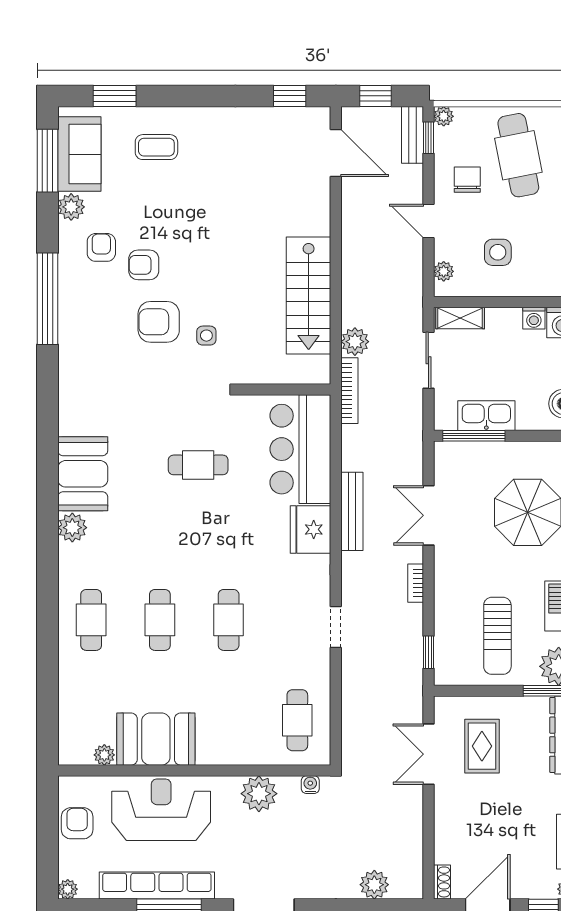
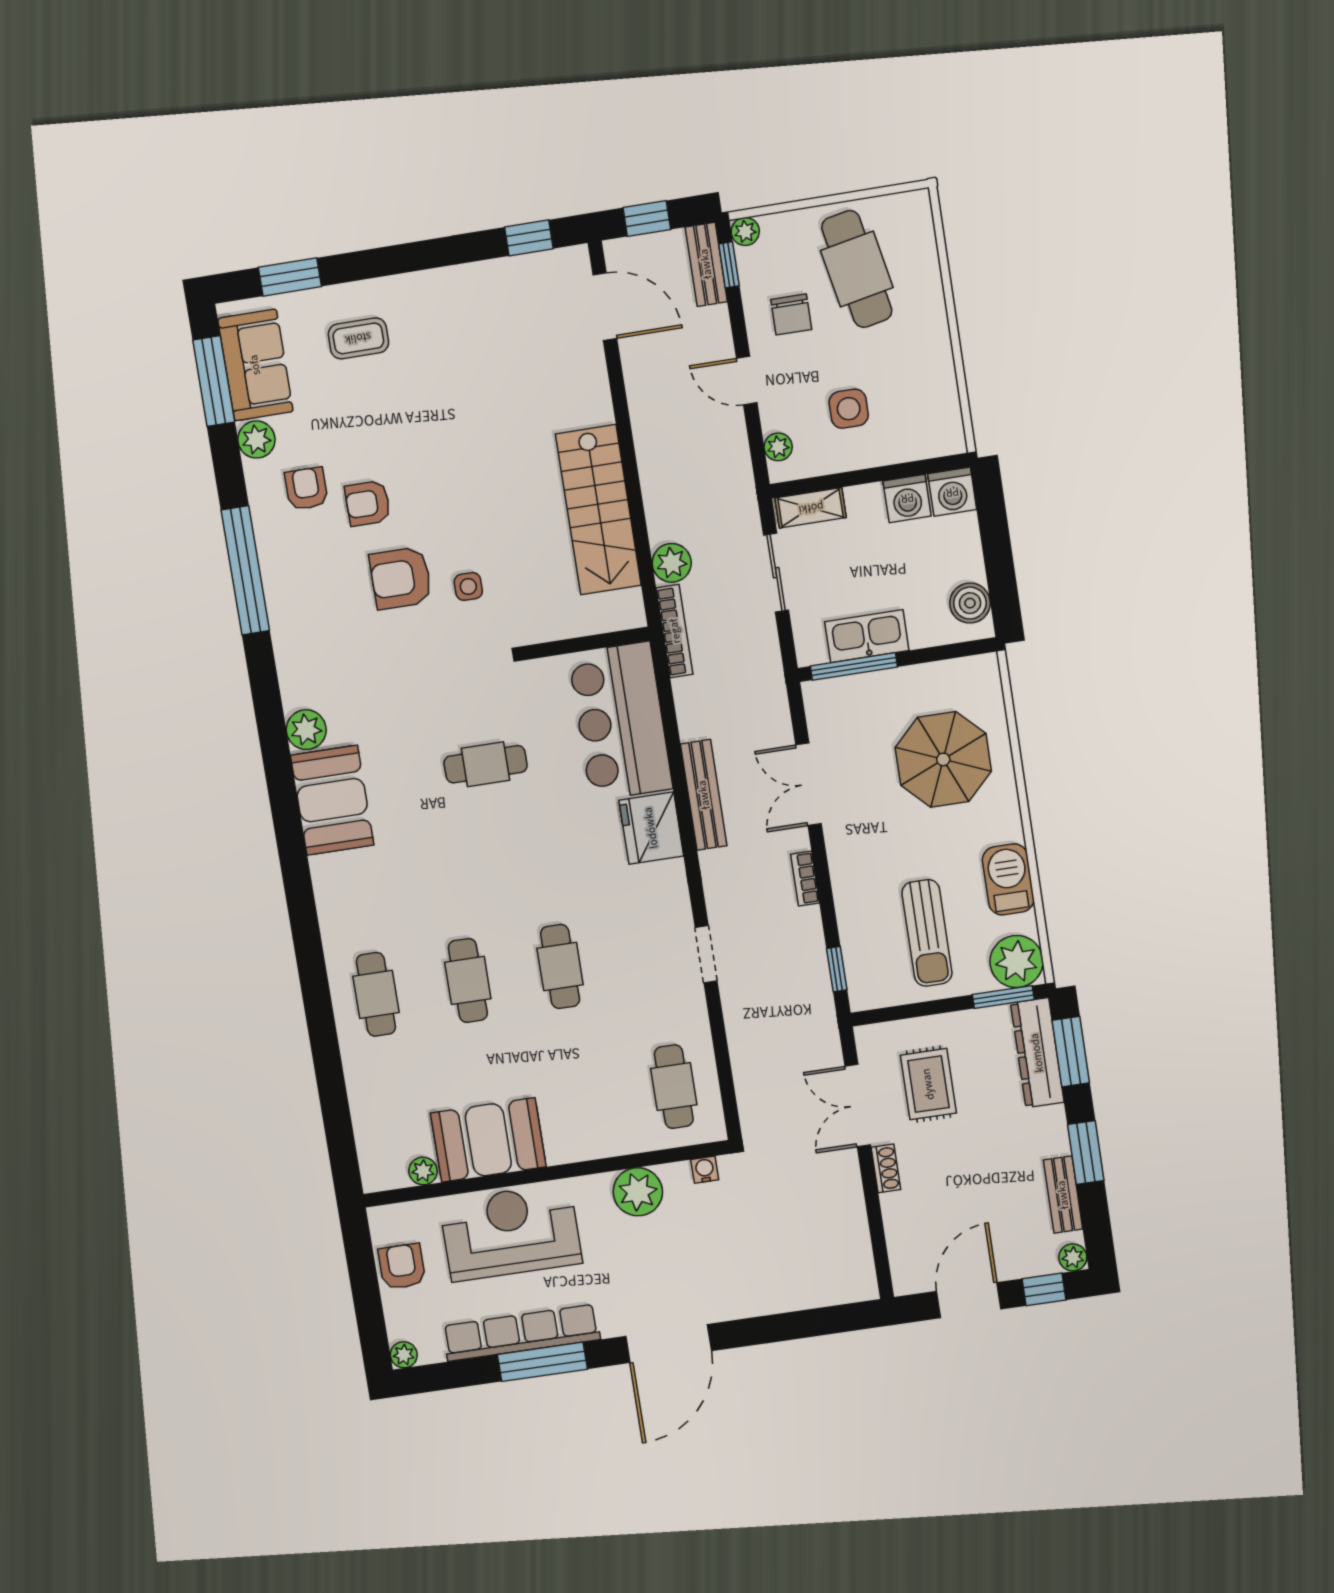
chair: (467, 180) -> (791, 315), turned 180
washing machine: (534, 318) -> (907, 498), width x1.38, depth x1.38
plant: (72, 528) -> (306, 730), moved
shoe rack: (442, 882) -> (886, 1168), moved
plant: (374, 885) -> (811, 1290), removed

